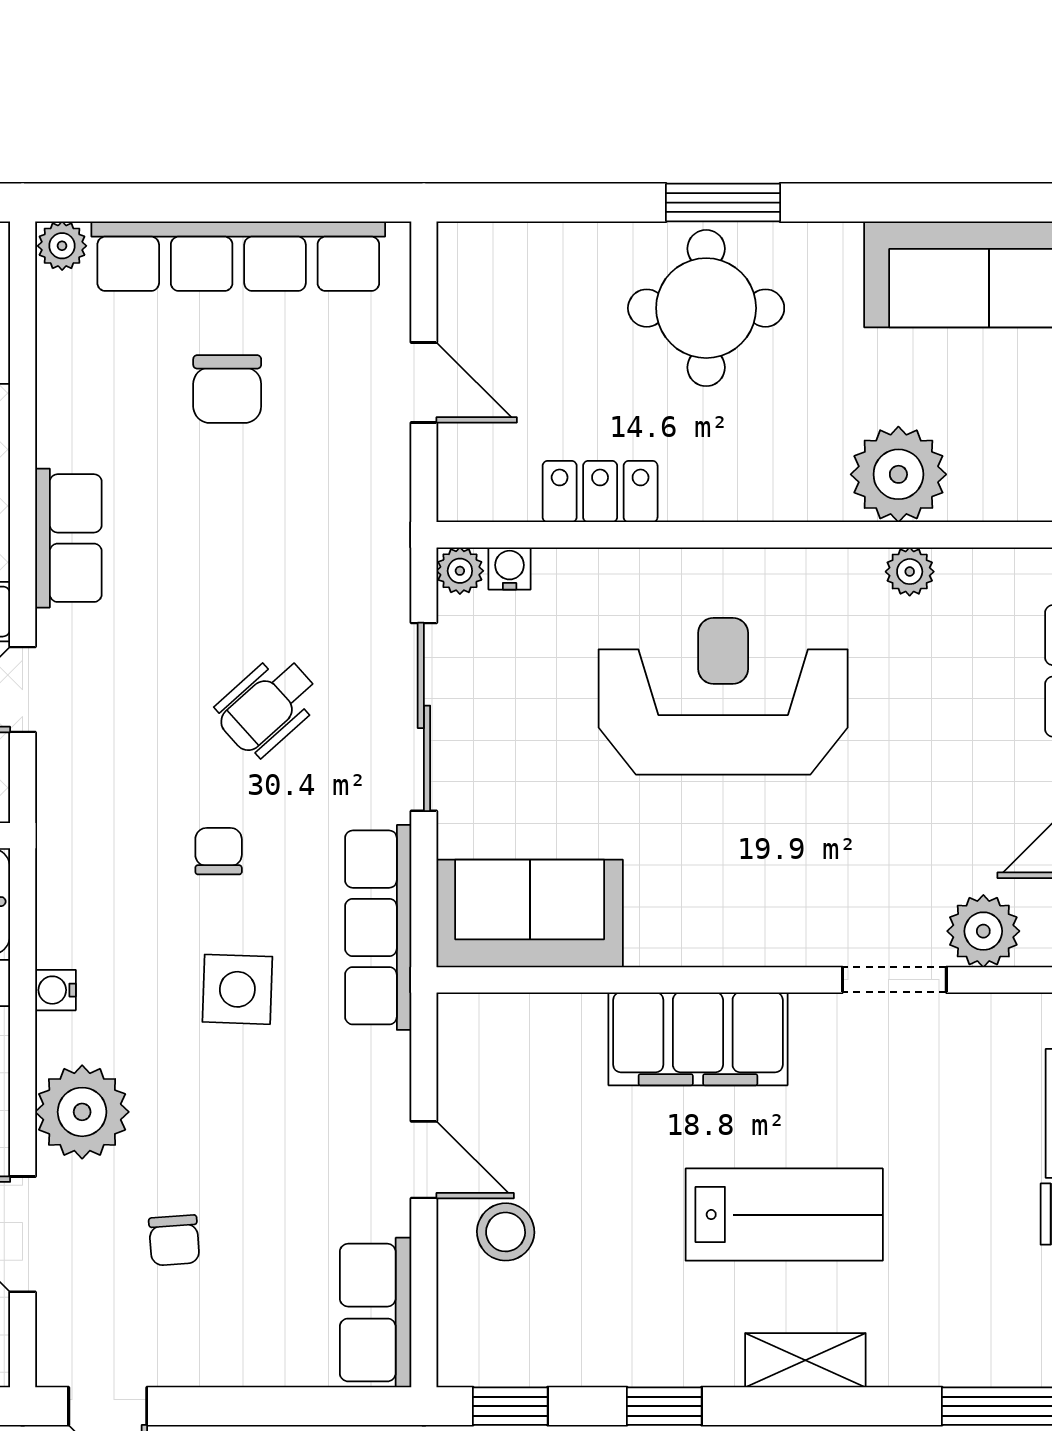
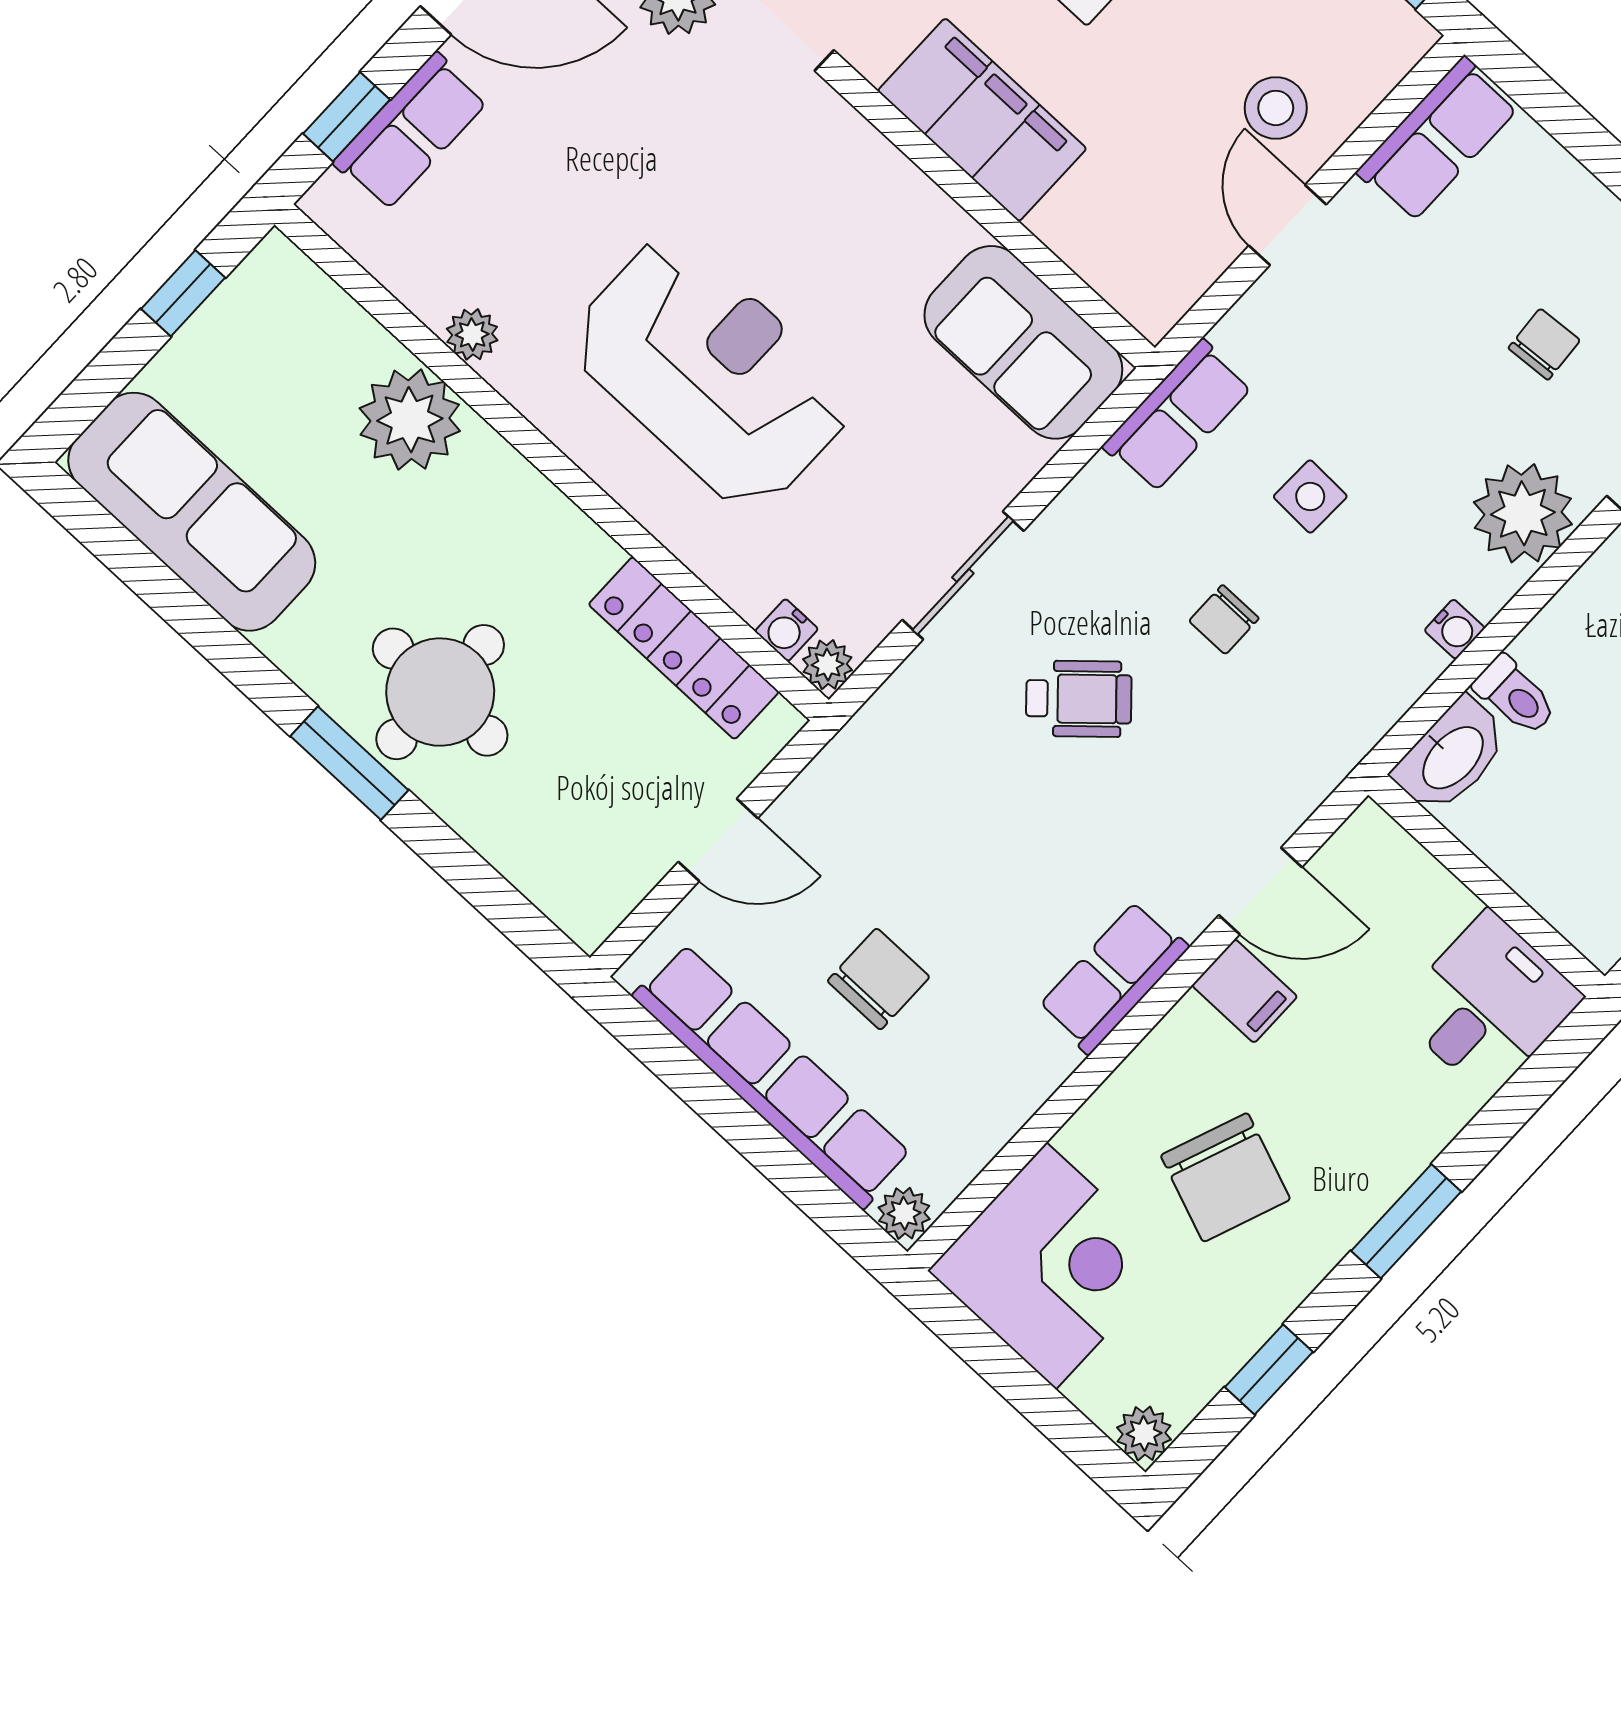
door: (424, 383) -> (718, 840), swing flipped
locker: (600, 492) -> (684, 648), width x1.53
reception desk: (723, 696) -> (711, 372), turned 180
sliding door: (424, 717) -> (963, 575), width x0.73
row of seats: (378, 927) -> (1178, 416), width x0.68
side table: (237, 989) -> (1310, 496), width x0.73, depth x0.73

